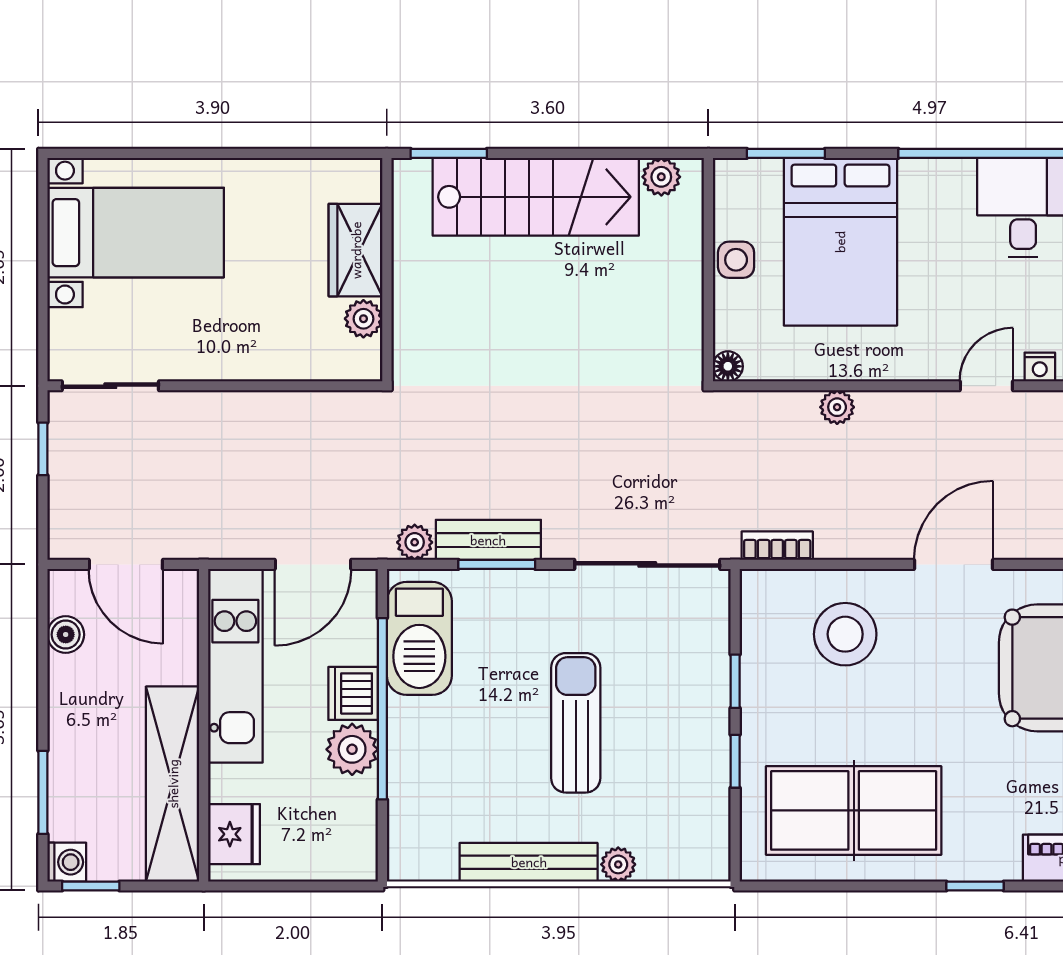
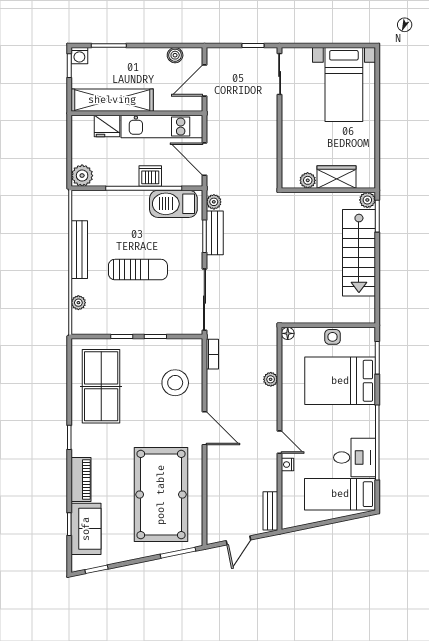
plant: (661, 177) -> (367, 200), moved
plant: (352, 749) -> (82, 176), moved
fridge: (234, 834) -> (107, 126), moved
plant: (618, 864) -> (78, 303), moved

